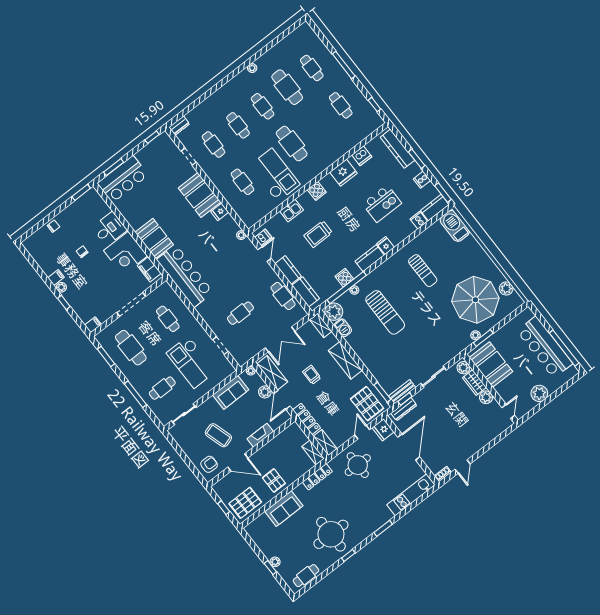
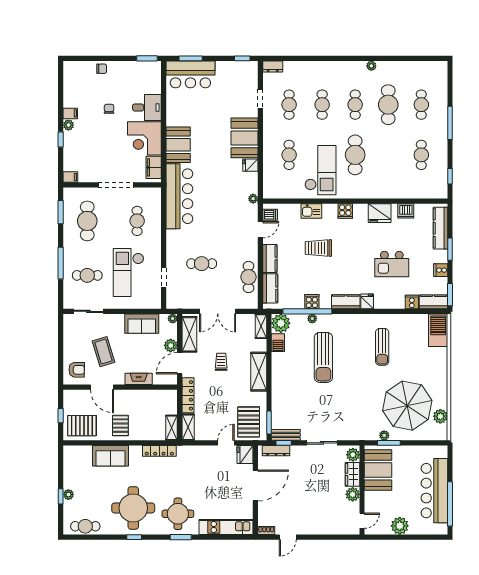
round table: (358, 465) -> (178, 514), moved

